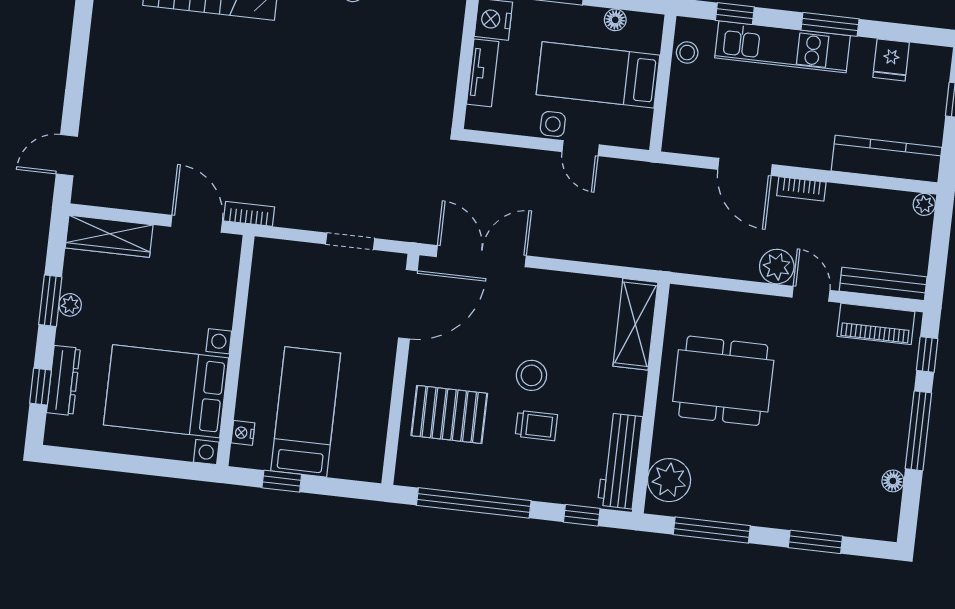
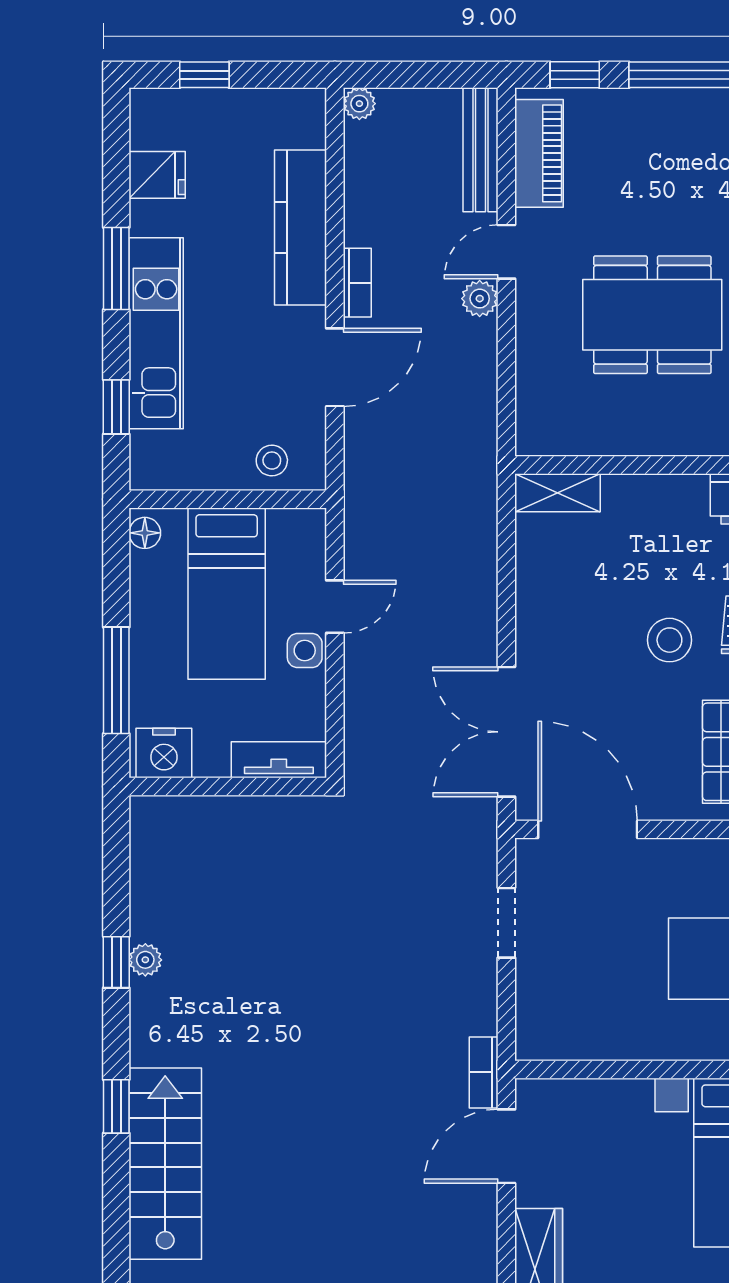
floor lamp: (615, 20) -> (145, 533), moved
stool: (687, 53) -> (272, 461), moved
tv unit: (483, 73) -> (279, 760), moved
kitchen counter: (886, 159) -> (300, 227), moved
plant: (777, 267) -> (480, 299), width x0.73, depth x0.73
shelving: (635, 324) -> (558, 493), width x0.67, depth x0.75
dining table: (723, 381) -> (652, 315), moved, turned 90

